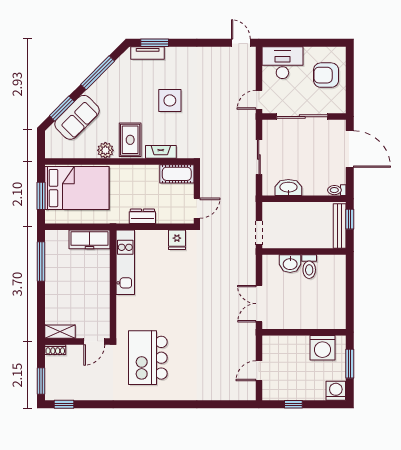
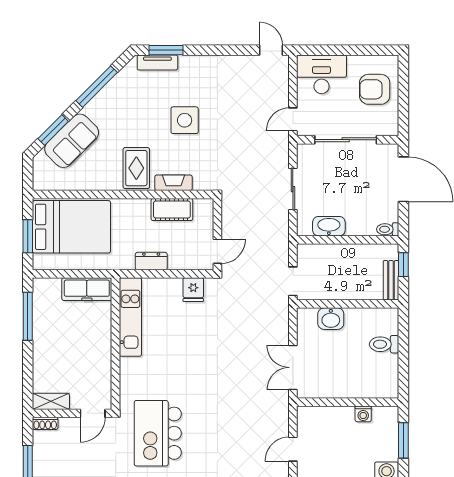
plant: (105, 150) -> (106, 181), removed
cot: (177, 174) -> (172, 210), moved
bench: (340, 226) -> (391, 280), width x0.73
toilet: (309, 267) -> (384, 344), moved, turned 90
washing machine: (322, 348) -> (363, 414), width x0.53, depth x0.53

